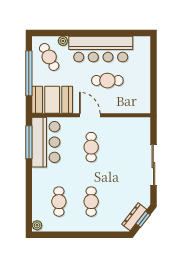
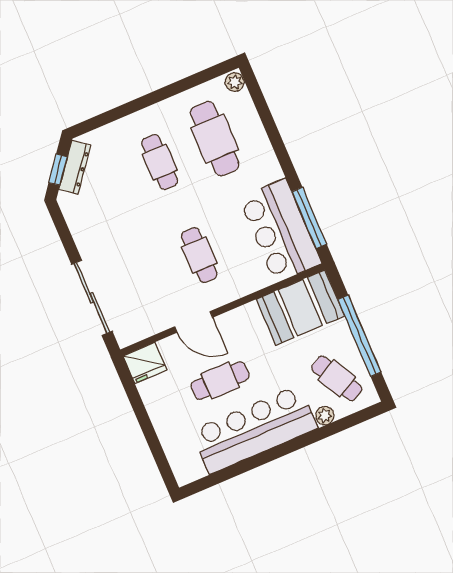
fridge: (141, 105) -> (145, 363), added
door: (90, 115) -> (194, 322), moved
sliding door: (153, 165) -> (92, 298), moved
cafe table: (59, 202) -> (215, 139), width x1.37, depth x1.35

